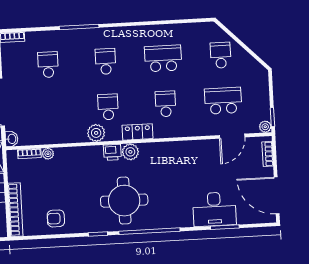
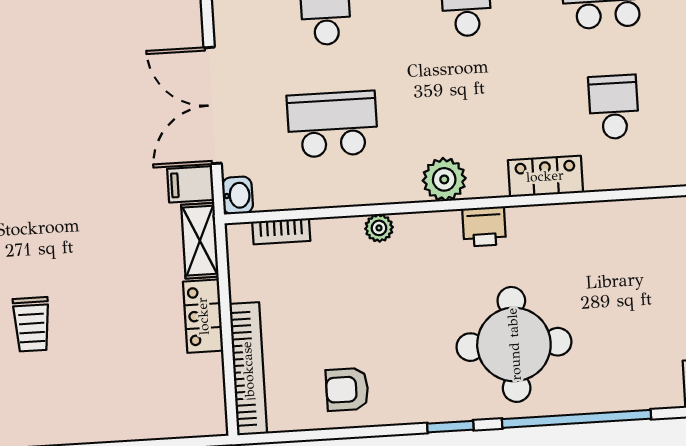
school desk: (108, 107) -> (332, 124), moved, width x1.85
plant: (130, 152) -> (528, 225), removed
plant: (48, 154) -> (379, 228), moved

